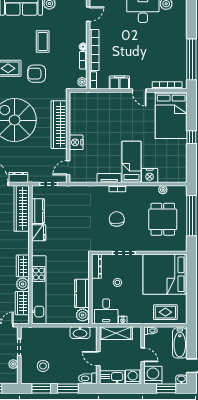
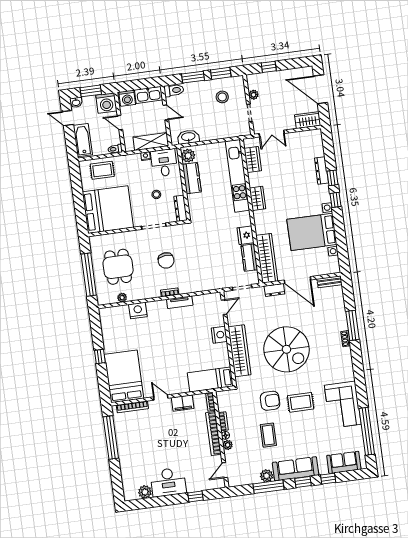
plant: (82, 82) -> (228, 445), moved
bed: (131, 162) -> (210, 380), moved, turned 90
plant: (23, 284) -> (255, 179), removed

